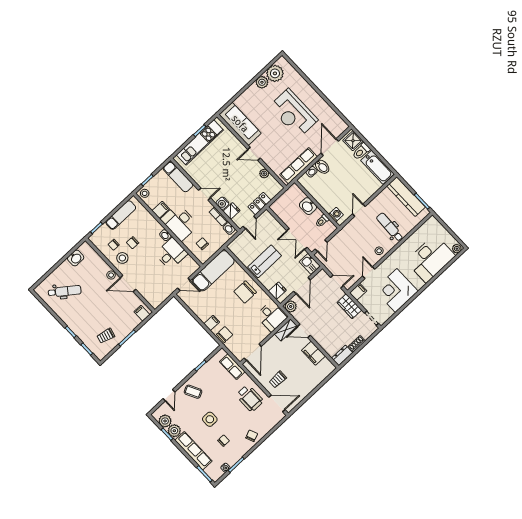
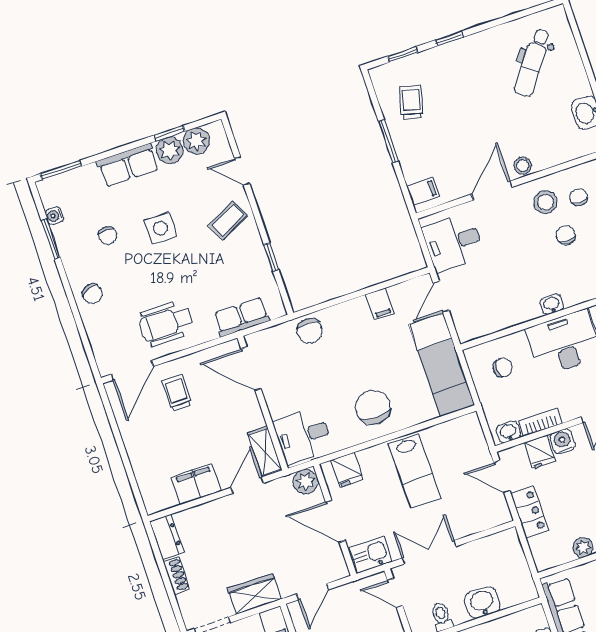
desk: (171, 254) -> (453, 242), moved, turned 90
filing cabinet: (212, 323) -> (380, 304), moved
row of seats: (193, 451) -> (128, 165), width x0.68

